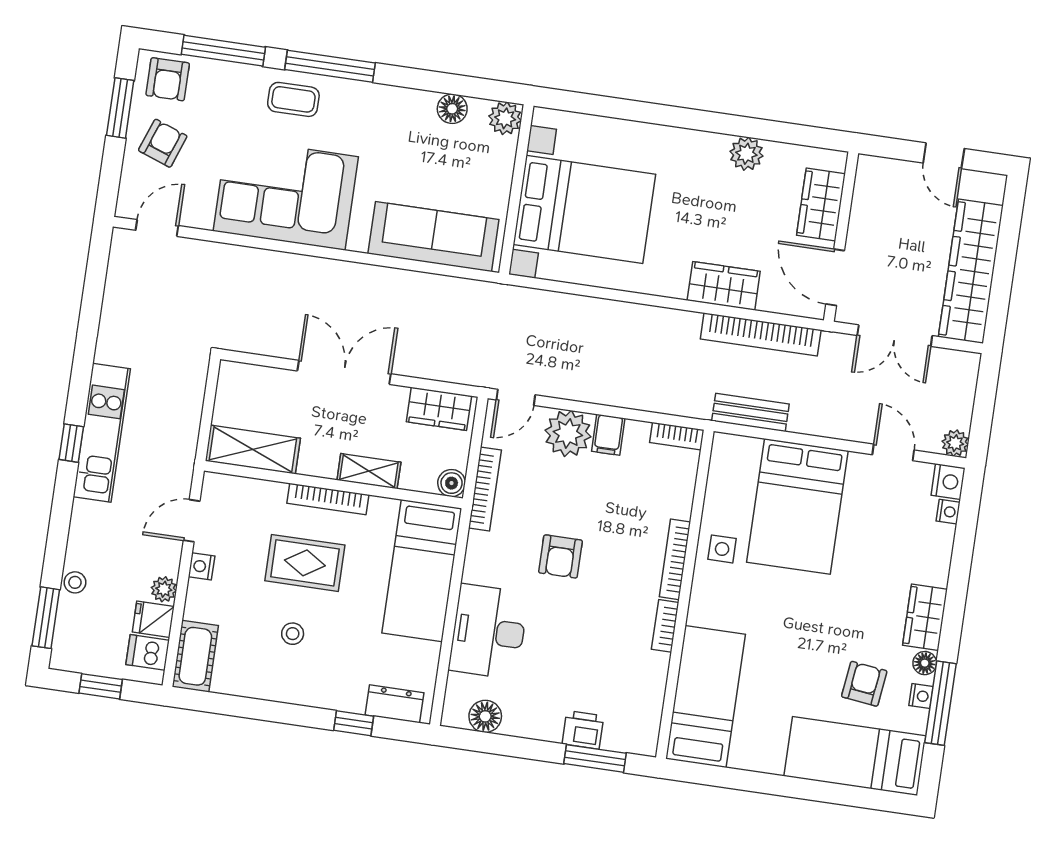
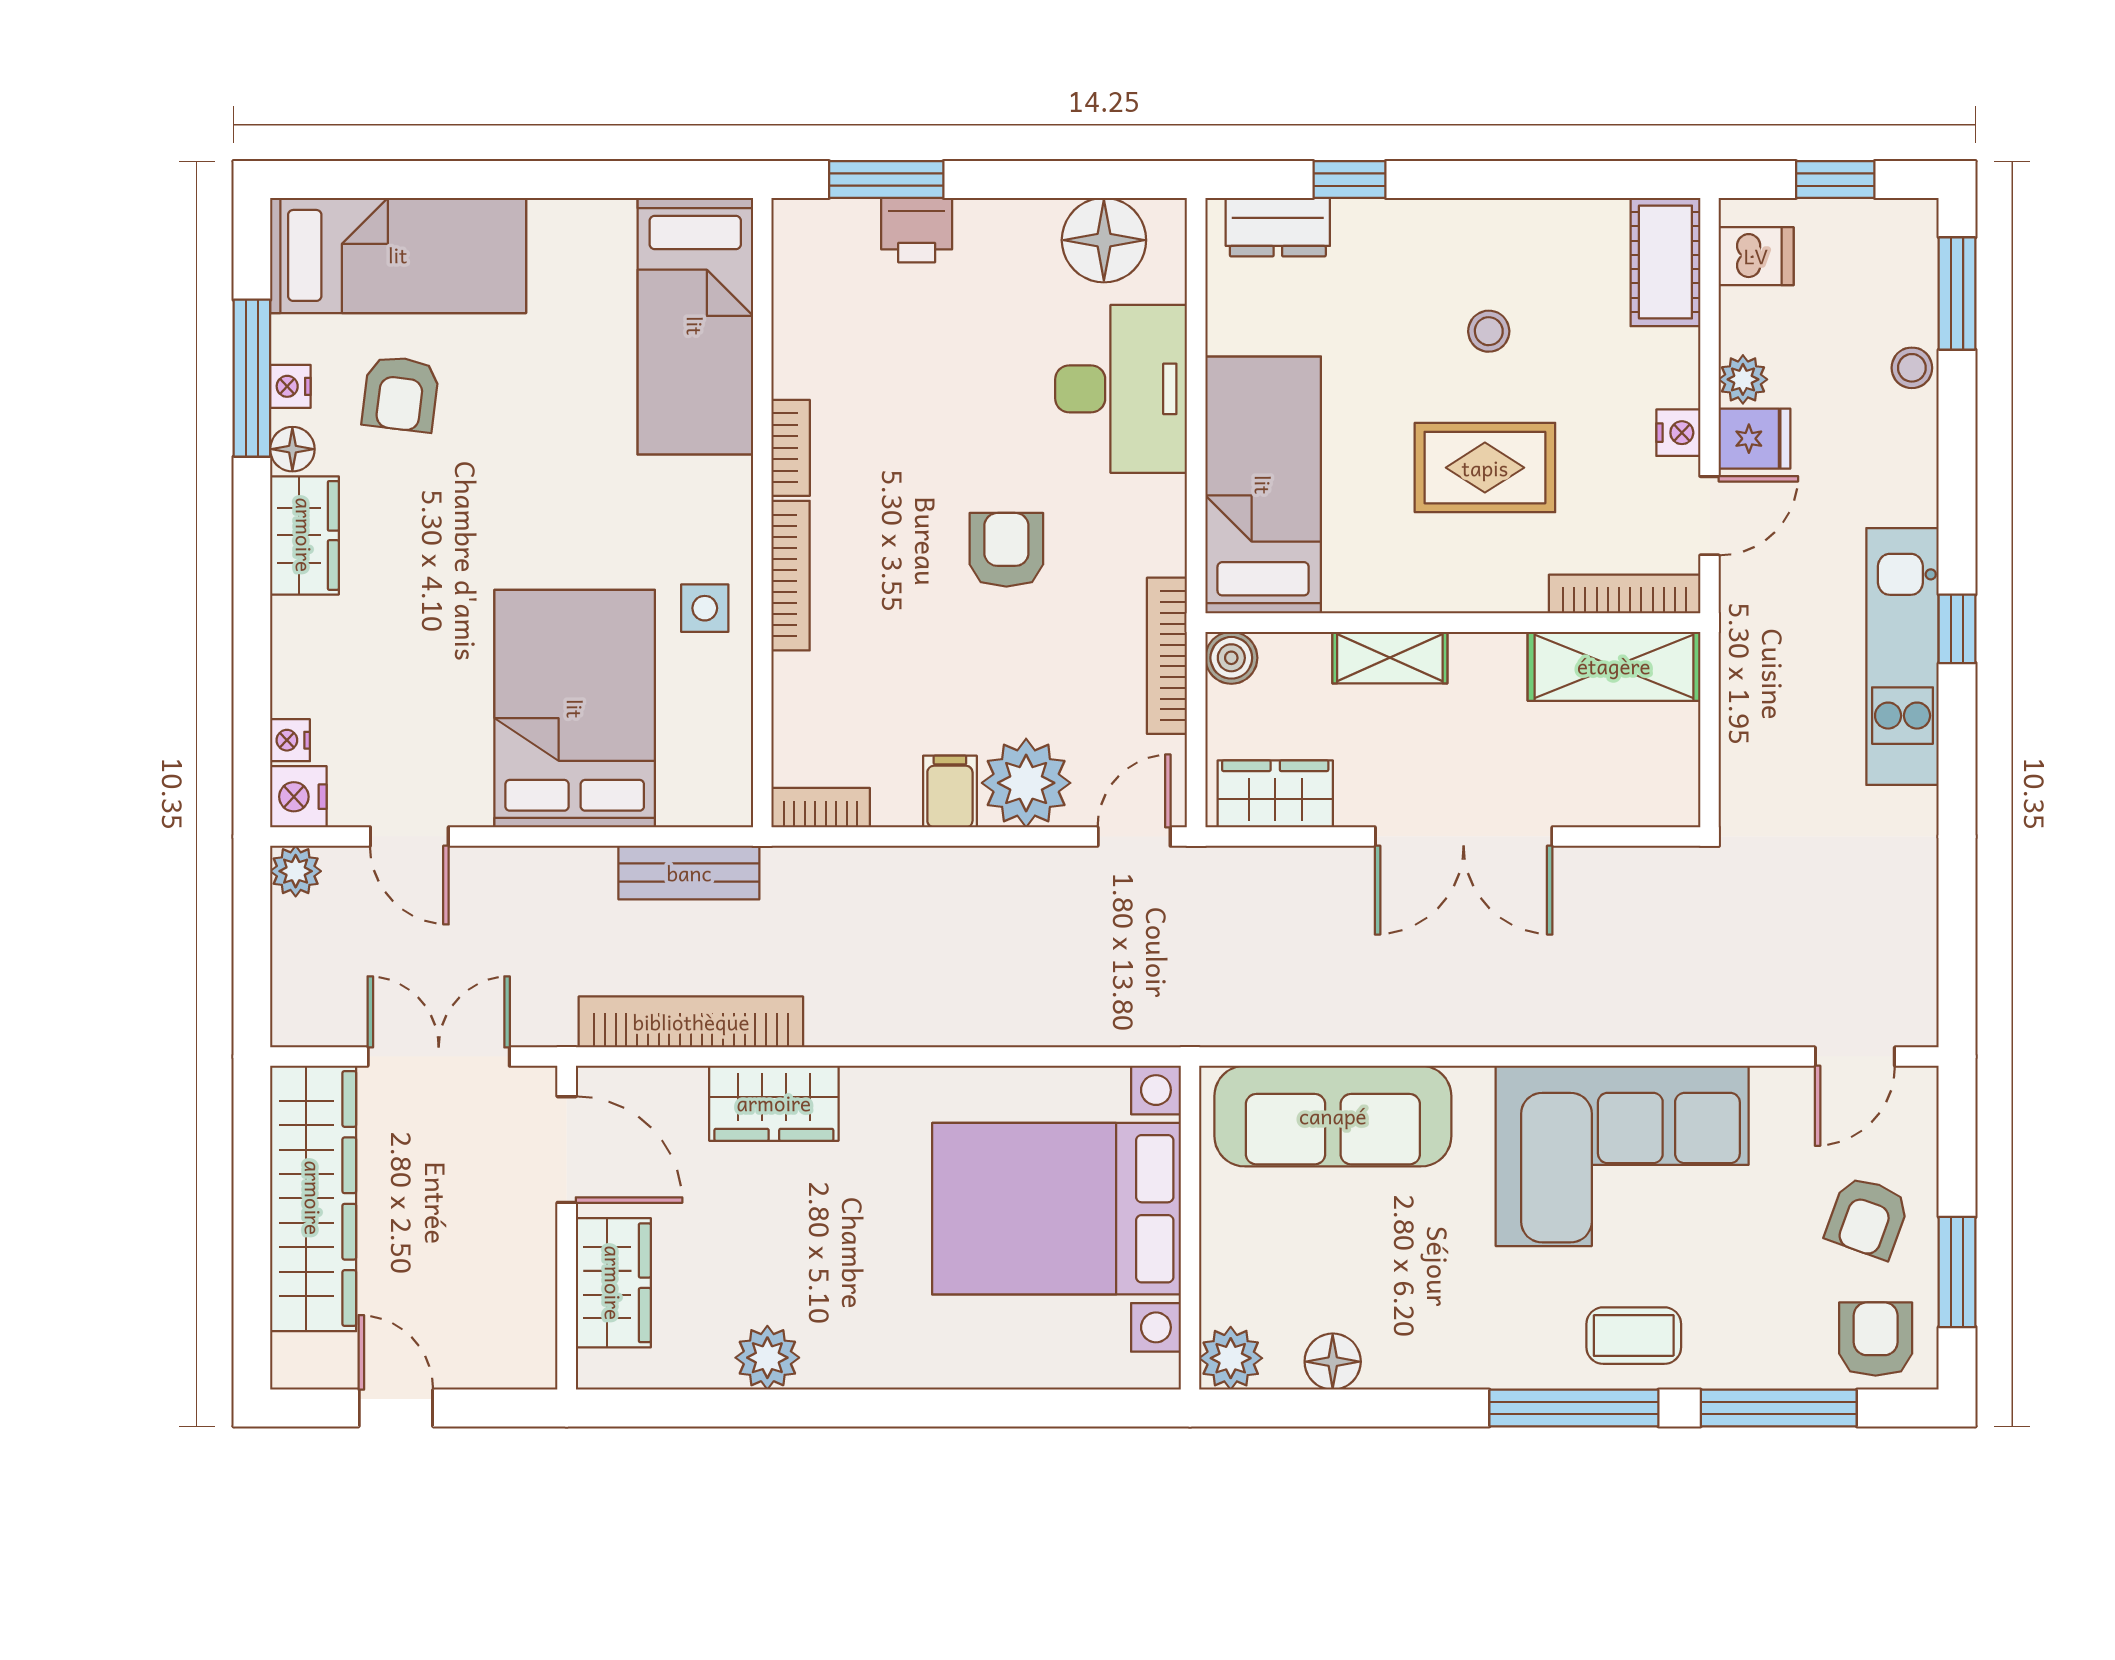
bookcase: (328, 499) -> (1625, 594), moved
fridge: (153, 619) -> (1755, 439), moved
floor lamp: (485, 716) -> (1104, 240), width x1.38, depth x1.38

